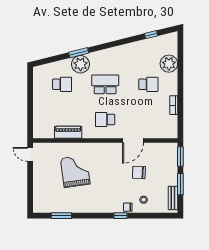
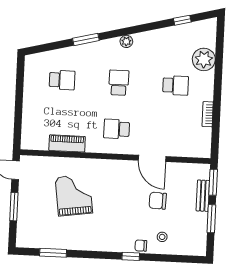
plant: (80, 64) -> (126, 41), moved, width x0.53, depth x0.53
school desk: (105, 84) -> (119, 83), width x0.54
door: (133, 141) -> (152, 158), hinge flipped
window: (30, 182) -> (14, 207), added
bench: (173, 198) -> (203, 196), moved

